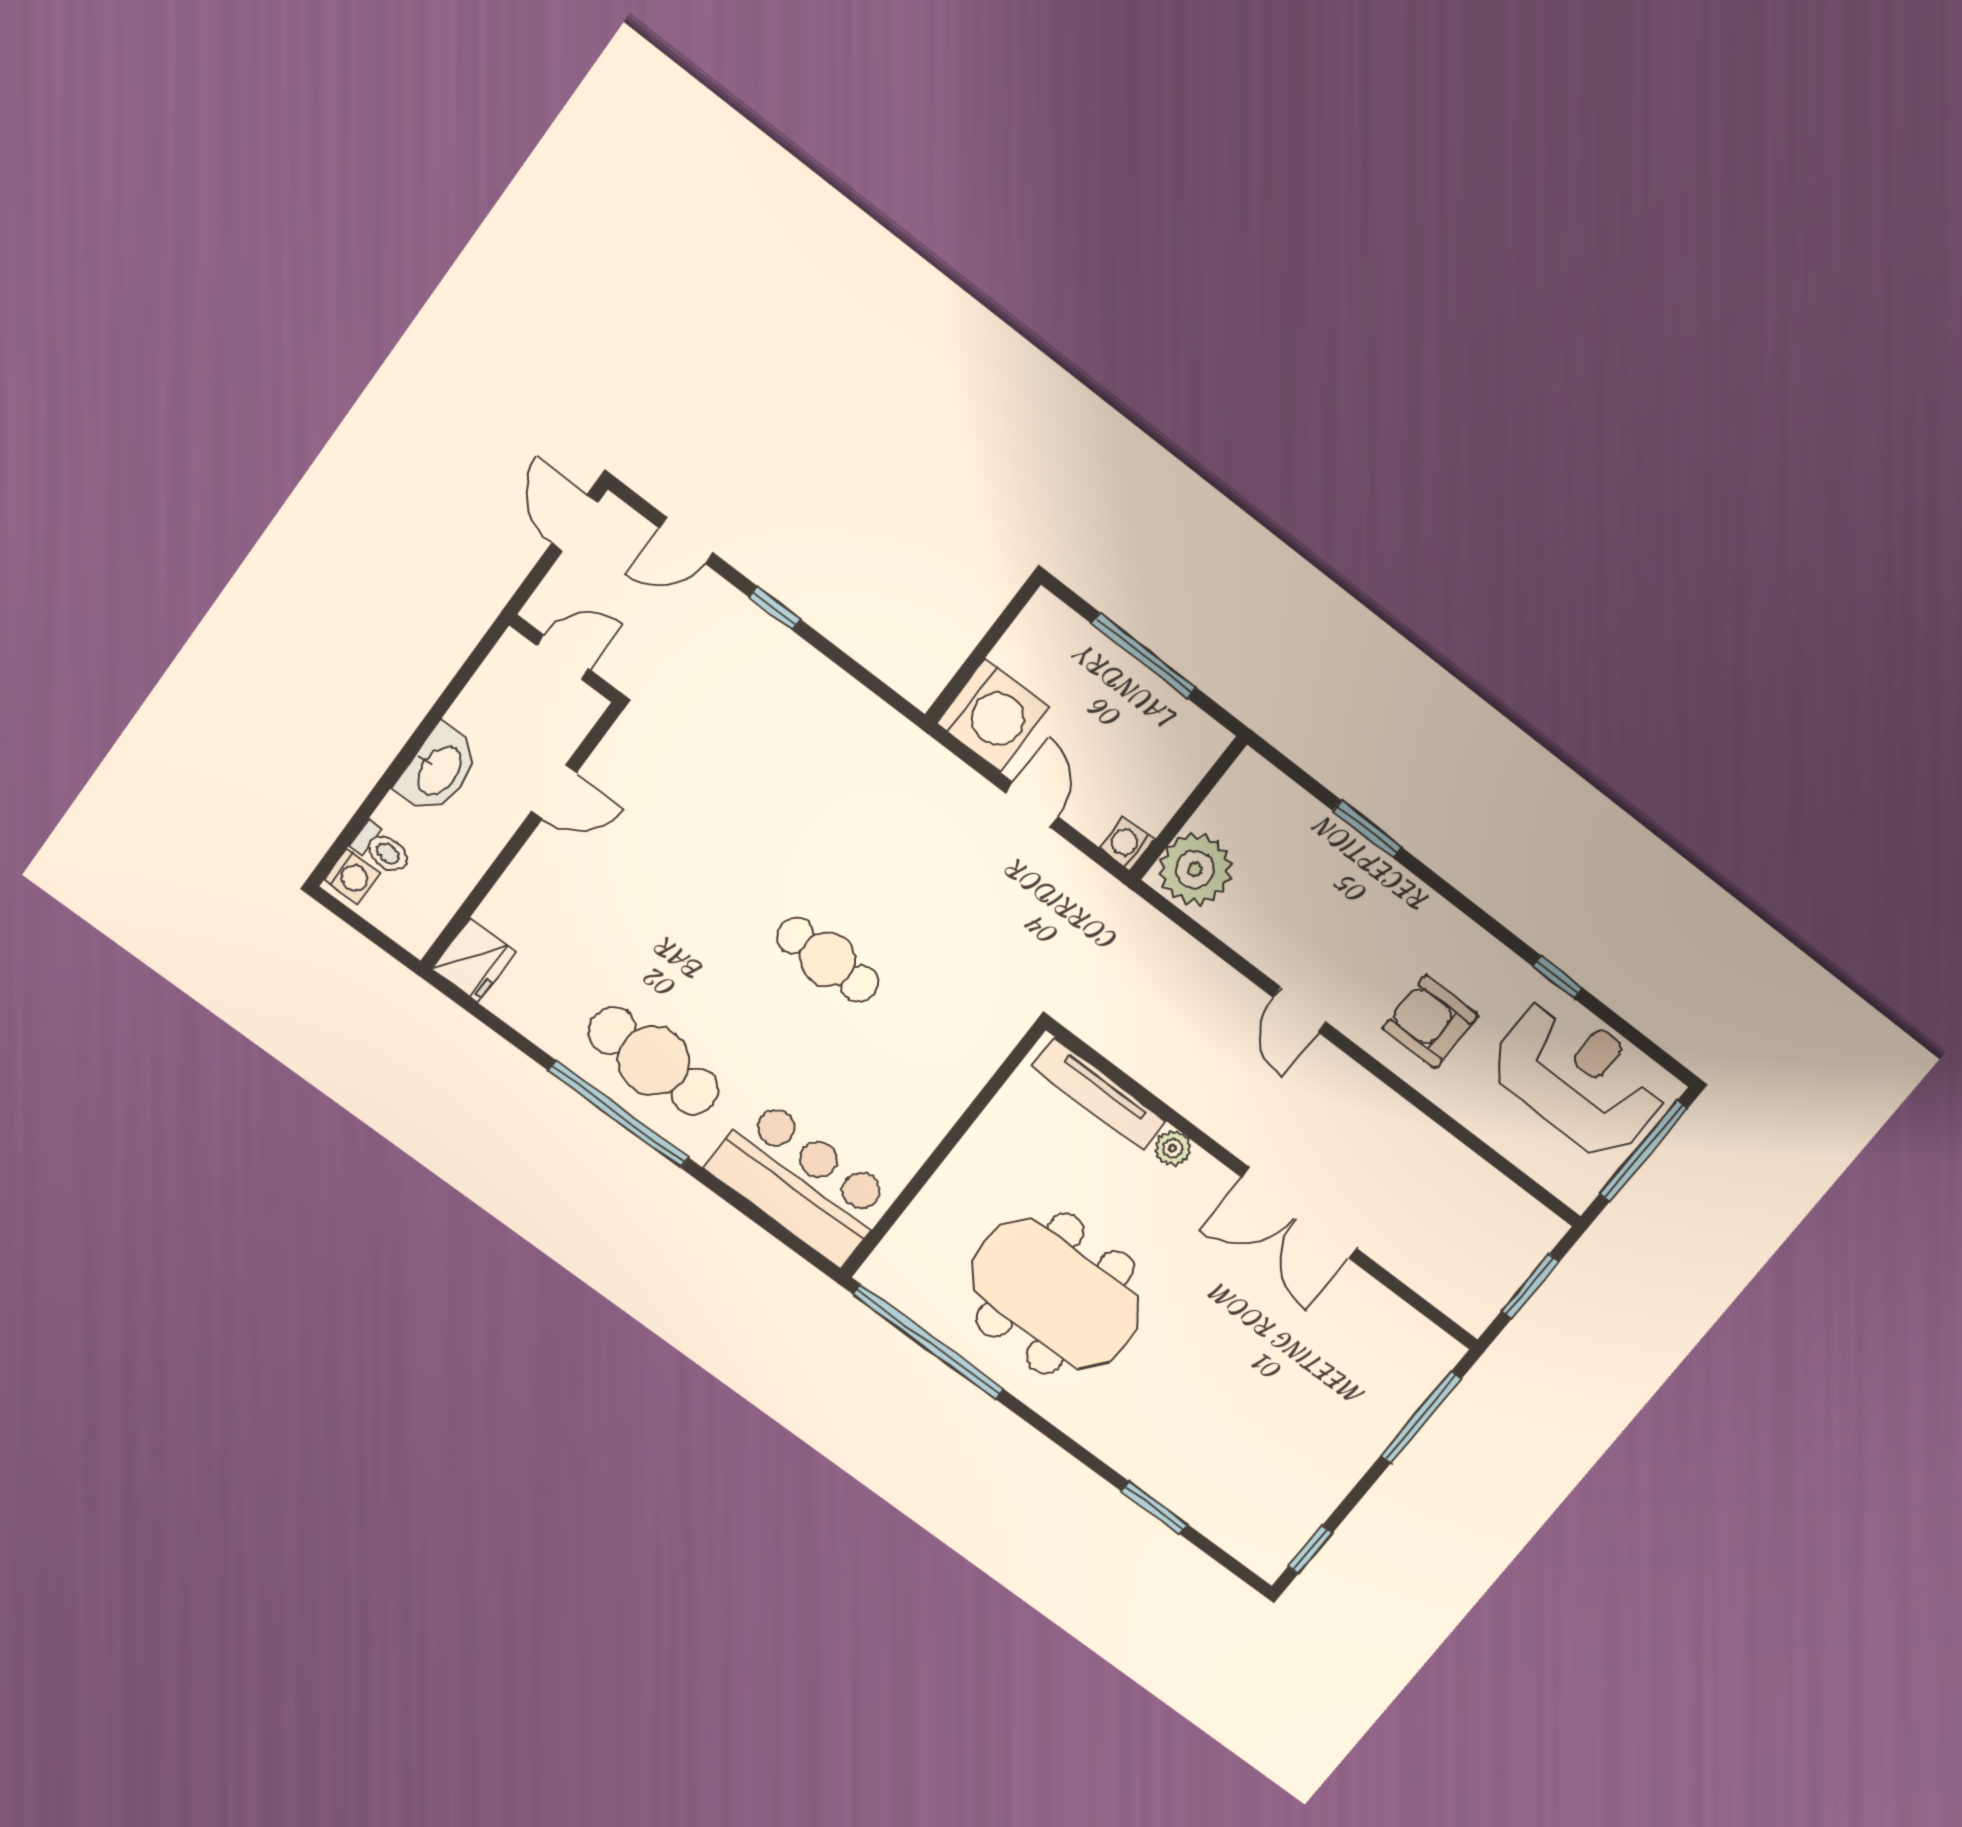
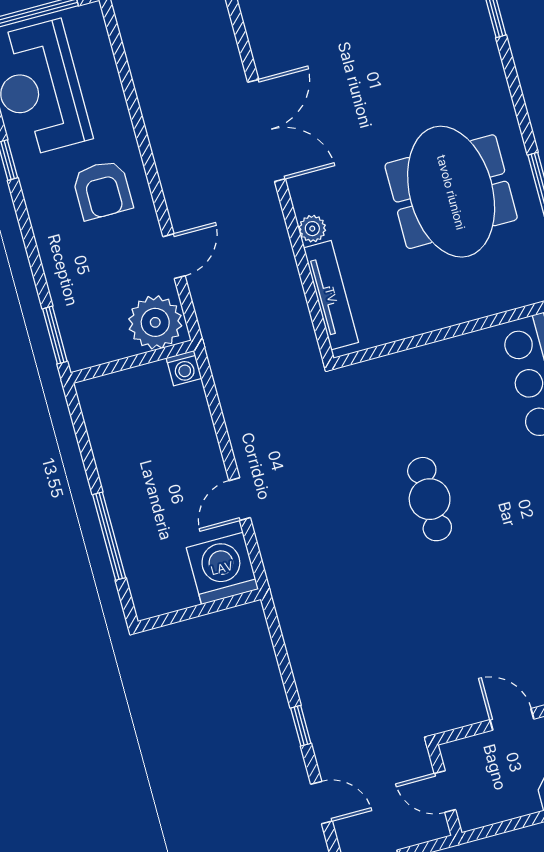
wall: (1188, 808) -> (132, 362), moved
washing machine: (1127, 844) -> (184, 368), moved
plant: (1195, 869) -> (155, 322), moved

